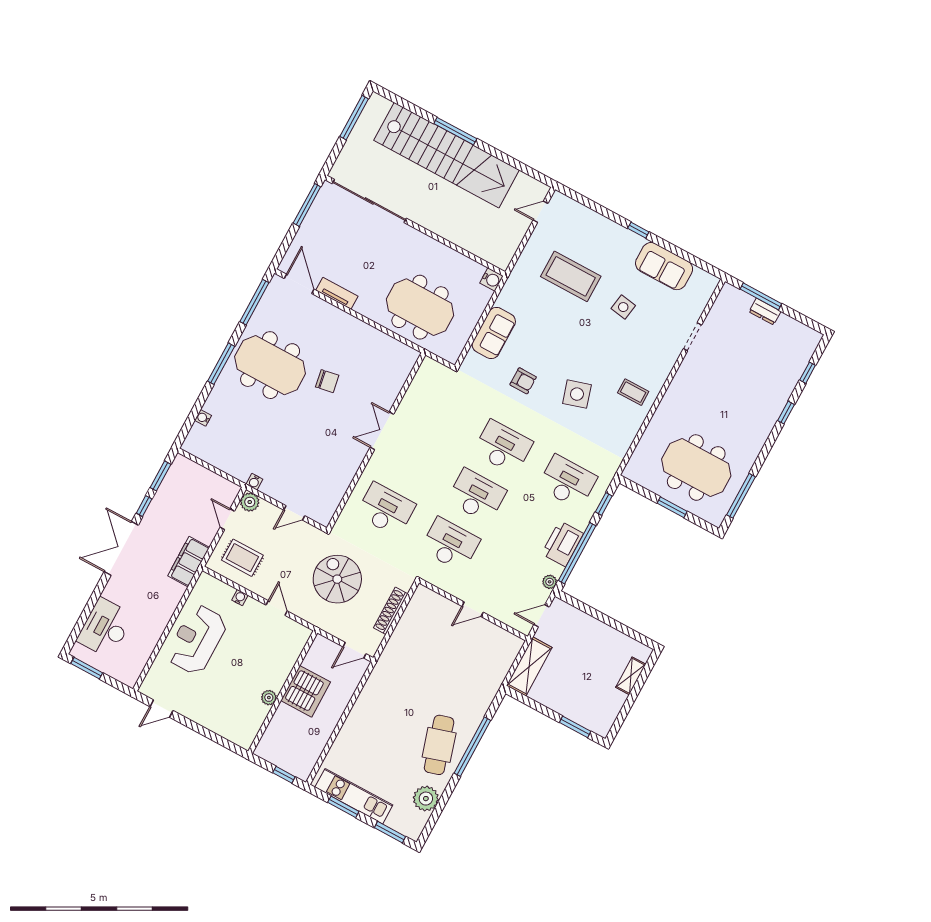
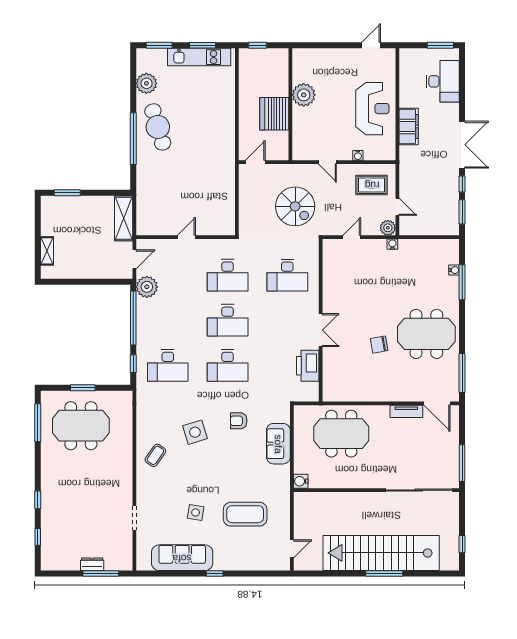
window: (354, 118) -> (462, 544), width x0.46
sofa: (664, 266) -> (182, 558), width x1.36
window: (221, 364) -> (462, 282), moved
coffee table: (633, 392) -> (155, 455), turned -55
printer: (563, 544) -> (308, 366), moved, turned 180
filing cabinet: (189, 562) -> (409, 126), moved
plant: (550, 582) -> (147, 287), width x1.88, depth x1.88
shoe rack: (391, 611) -> (245, 204), removed
plant: (269, 698) -> (304, 95), width x1.88, depth x1.88

